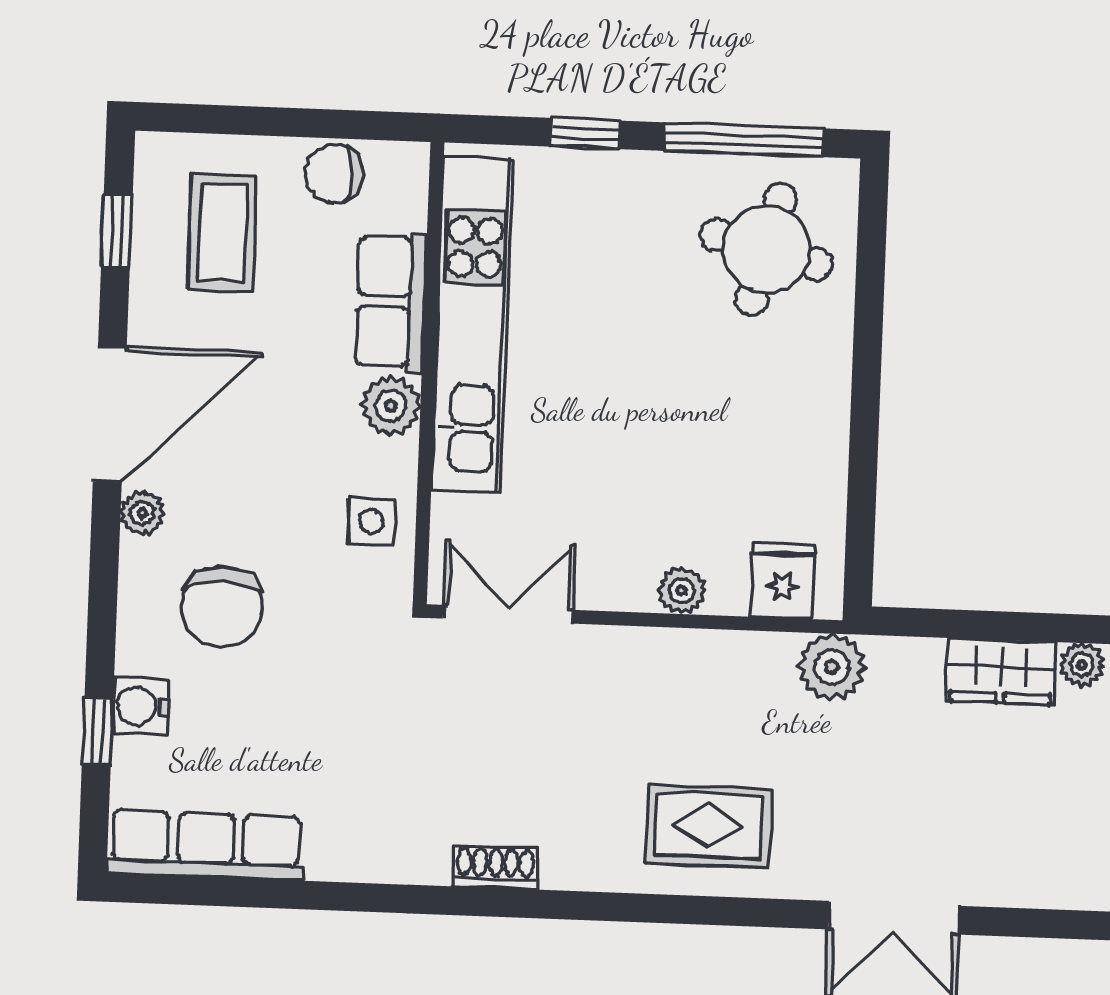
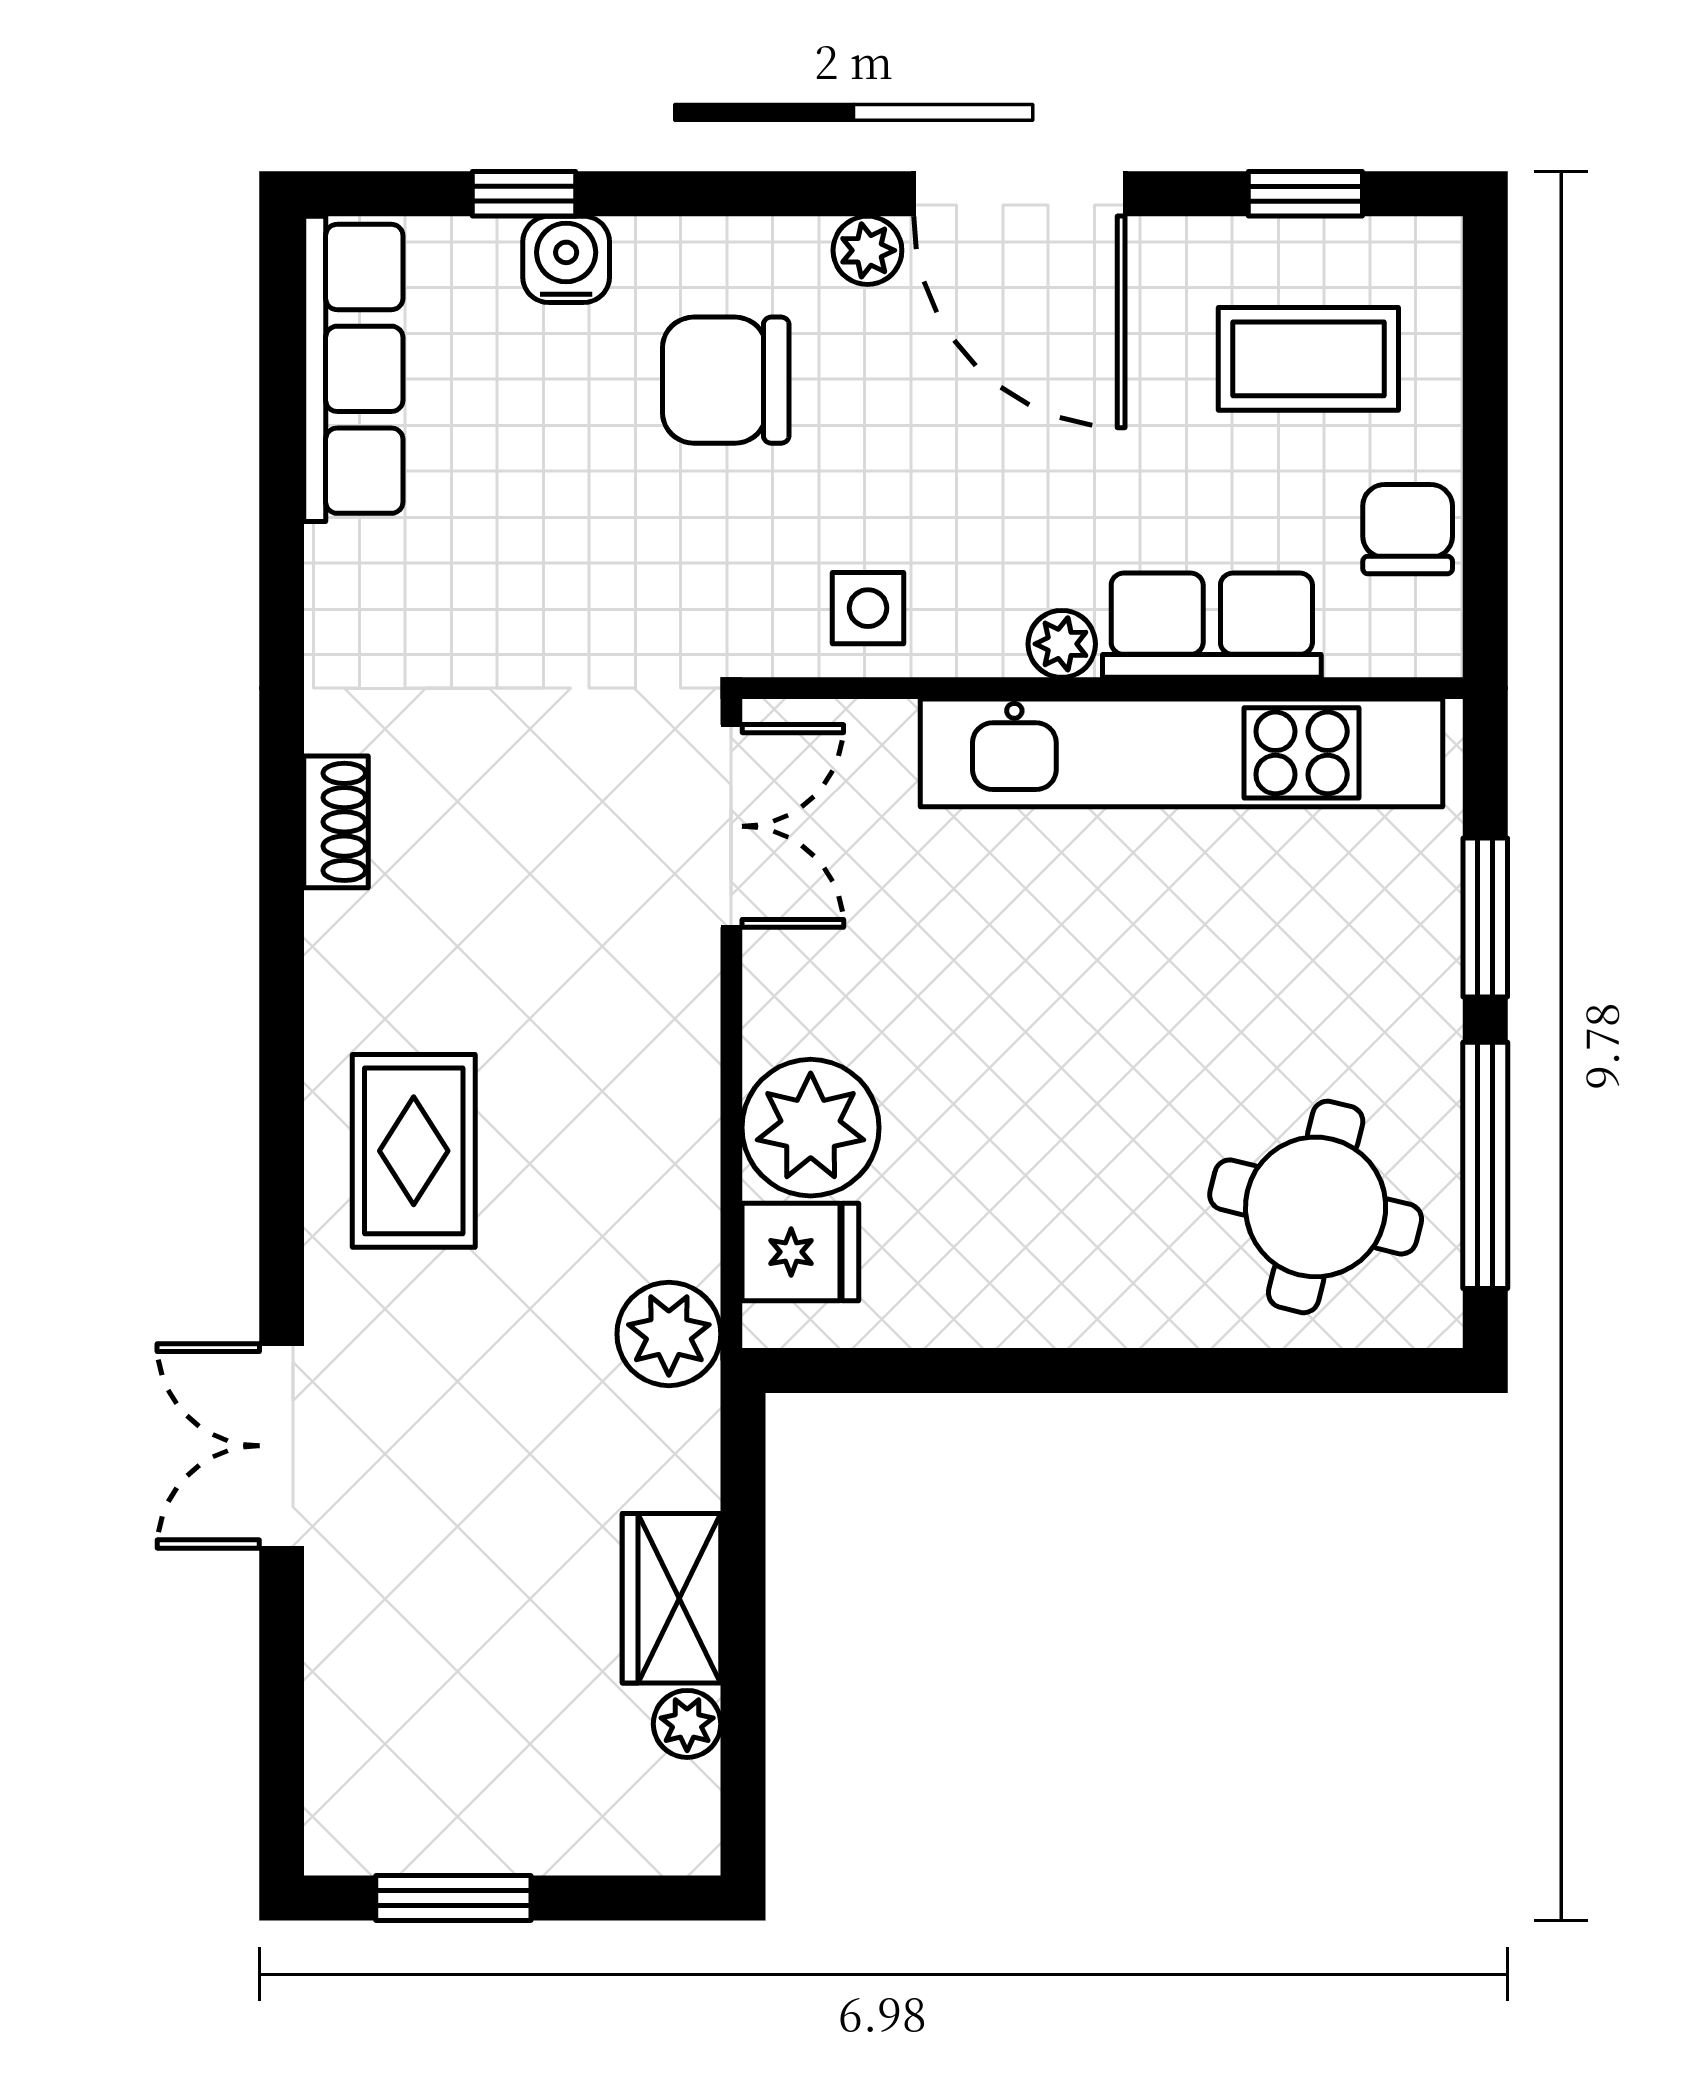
window: (585, 134) -> (1485, 917), width x1.50
plant: (391, 406) -> (1062, 644), width x0.73, depth x0.73
plant: (682, 591) -> (811, 1128), width x1.88, depth x1.88

